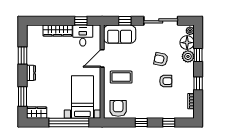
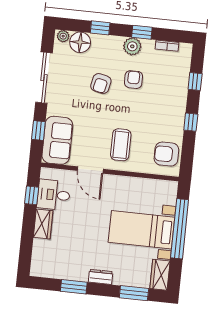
wardrobe: (58, 31) -> (43, 224), width x0.67
plant: (188, 56) -> (132, 46), moved
bed with nightstands: (82, 97) -> (141, 230), moved

